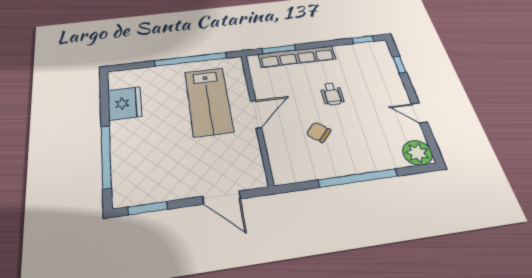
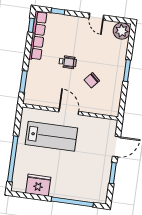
row of seats: (297, 57) -> (38, 36), moved
window: (191, 59) -> (13, 159), moved
door: (419, 113) -> (96, 17), hinge flipped
window: (358, 178) -> (127, 71), width x0.47
window: (148, 208) -> (113, 173), moved

